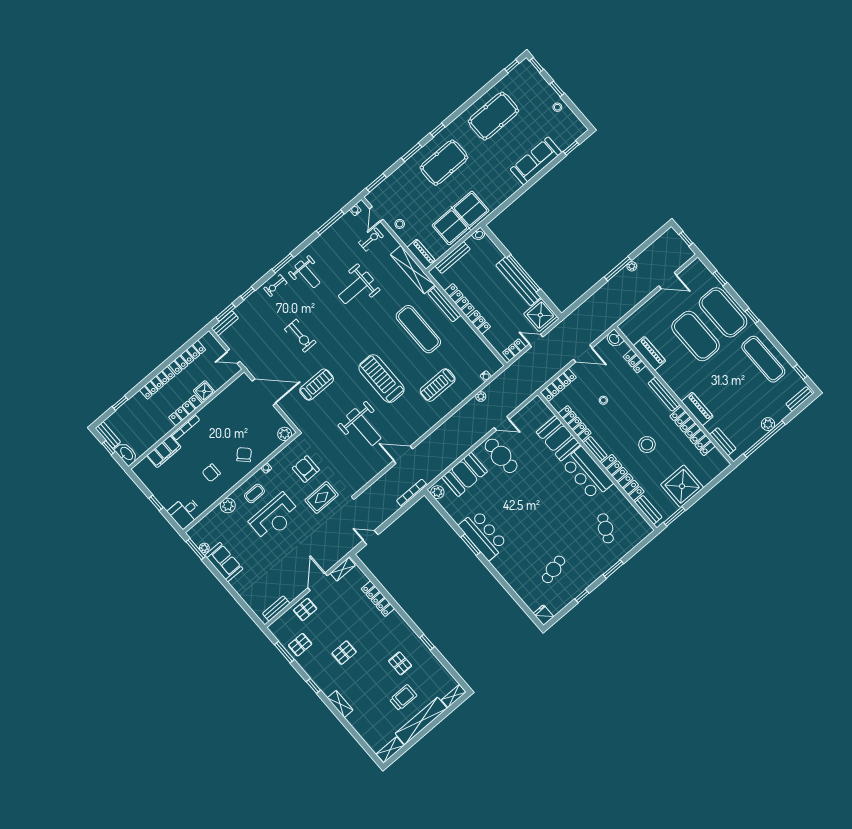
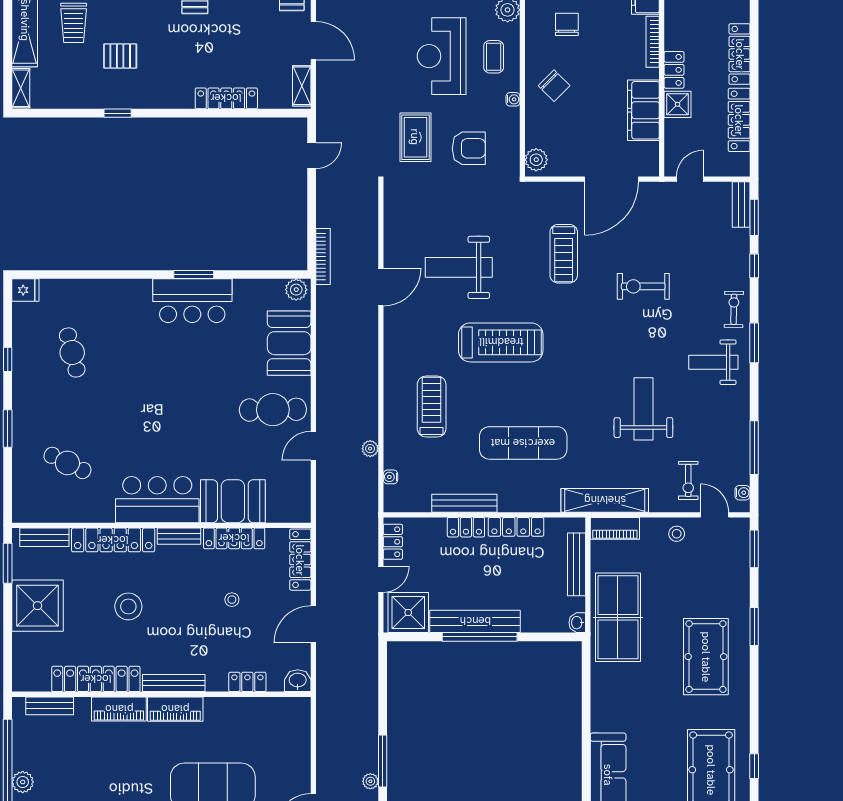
window: (438, 130) -> (754, 766), moved
bench: (444, 304) -> (464, 503), moved
piano: (650, 353) -> (175, 709), moved
filing cabinet: (220, 405) -> (643, 110), added
locker: (185, 410) -> (674, 70), width x0.66

